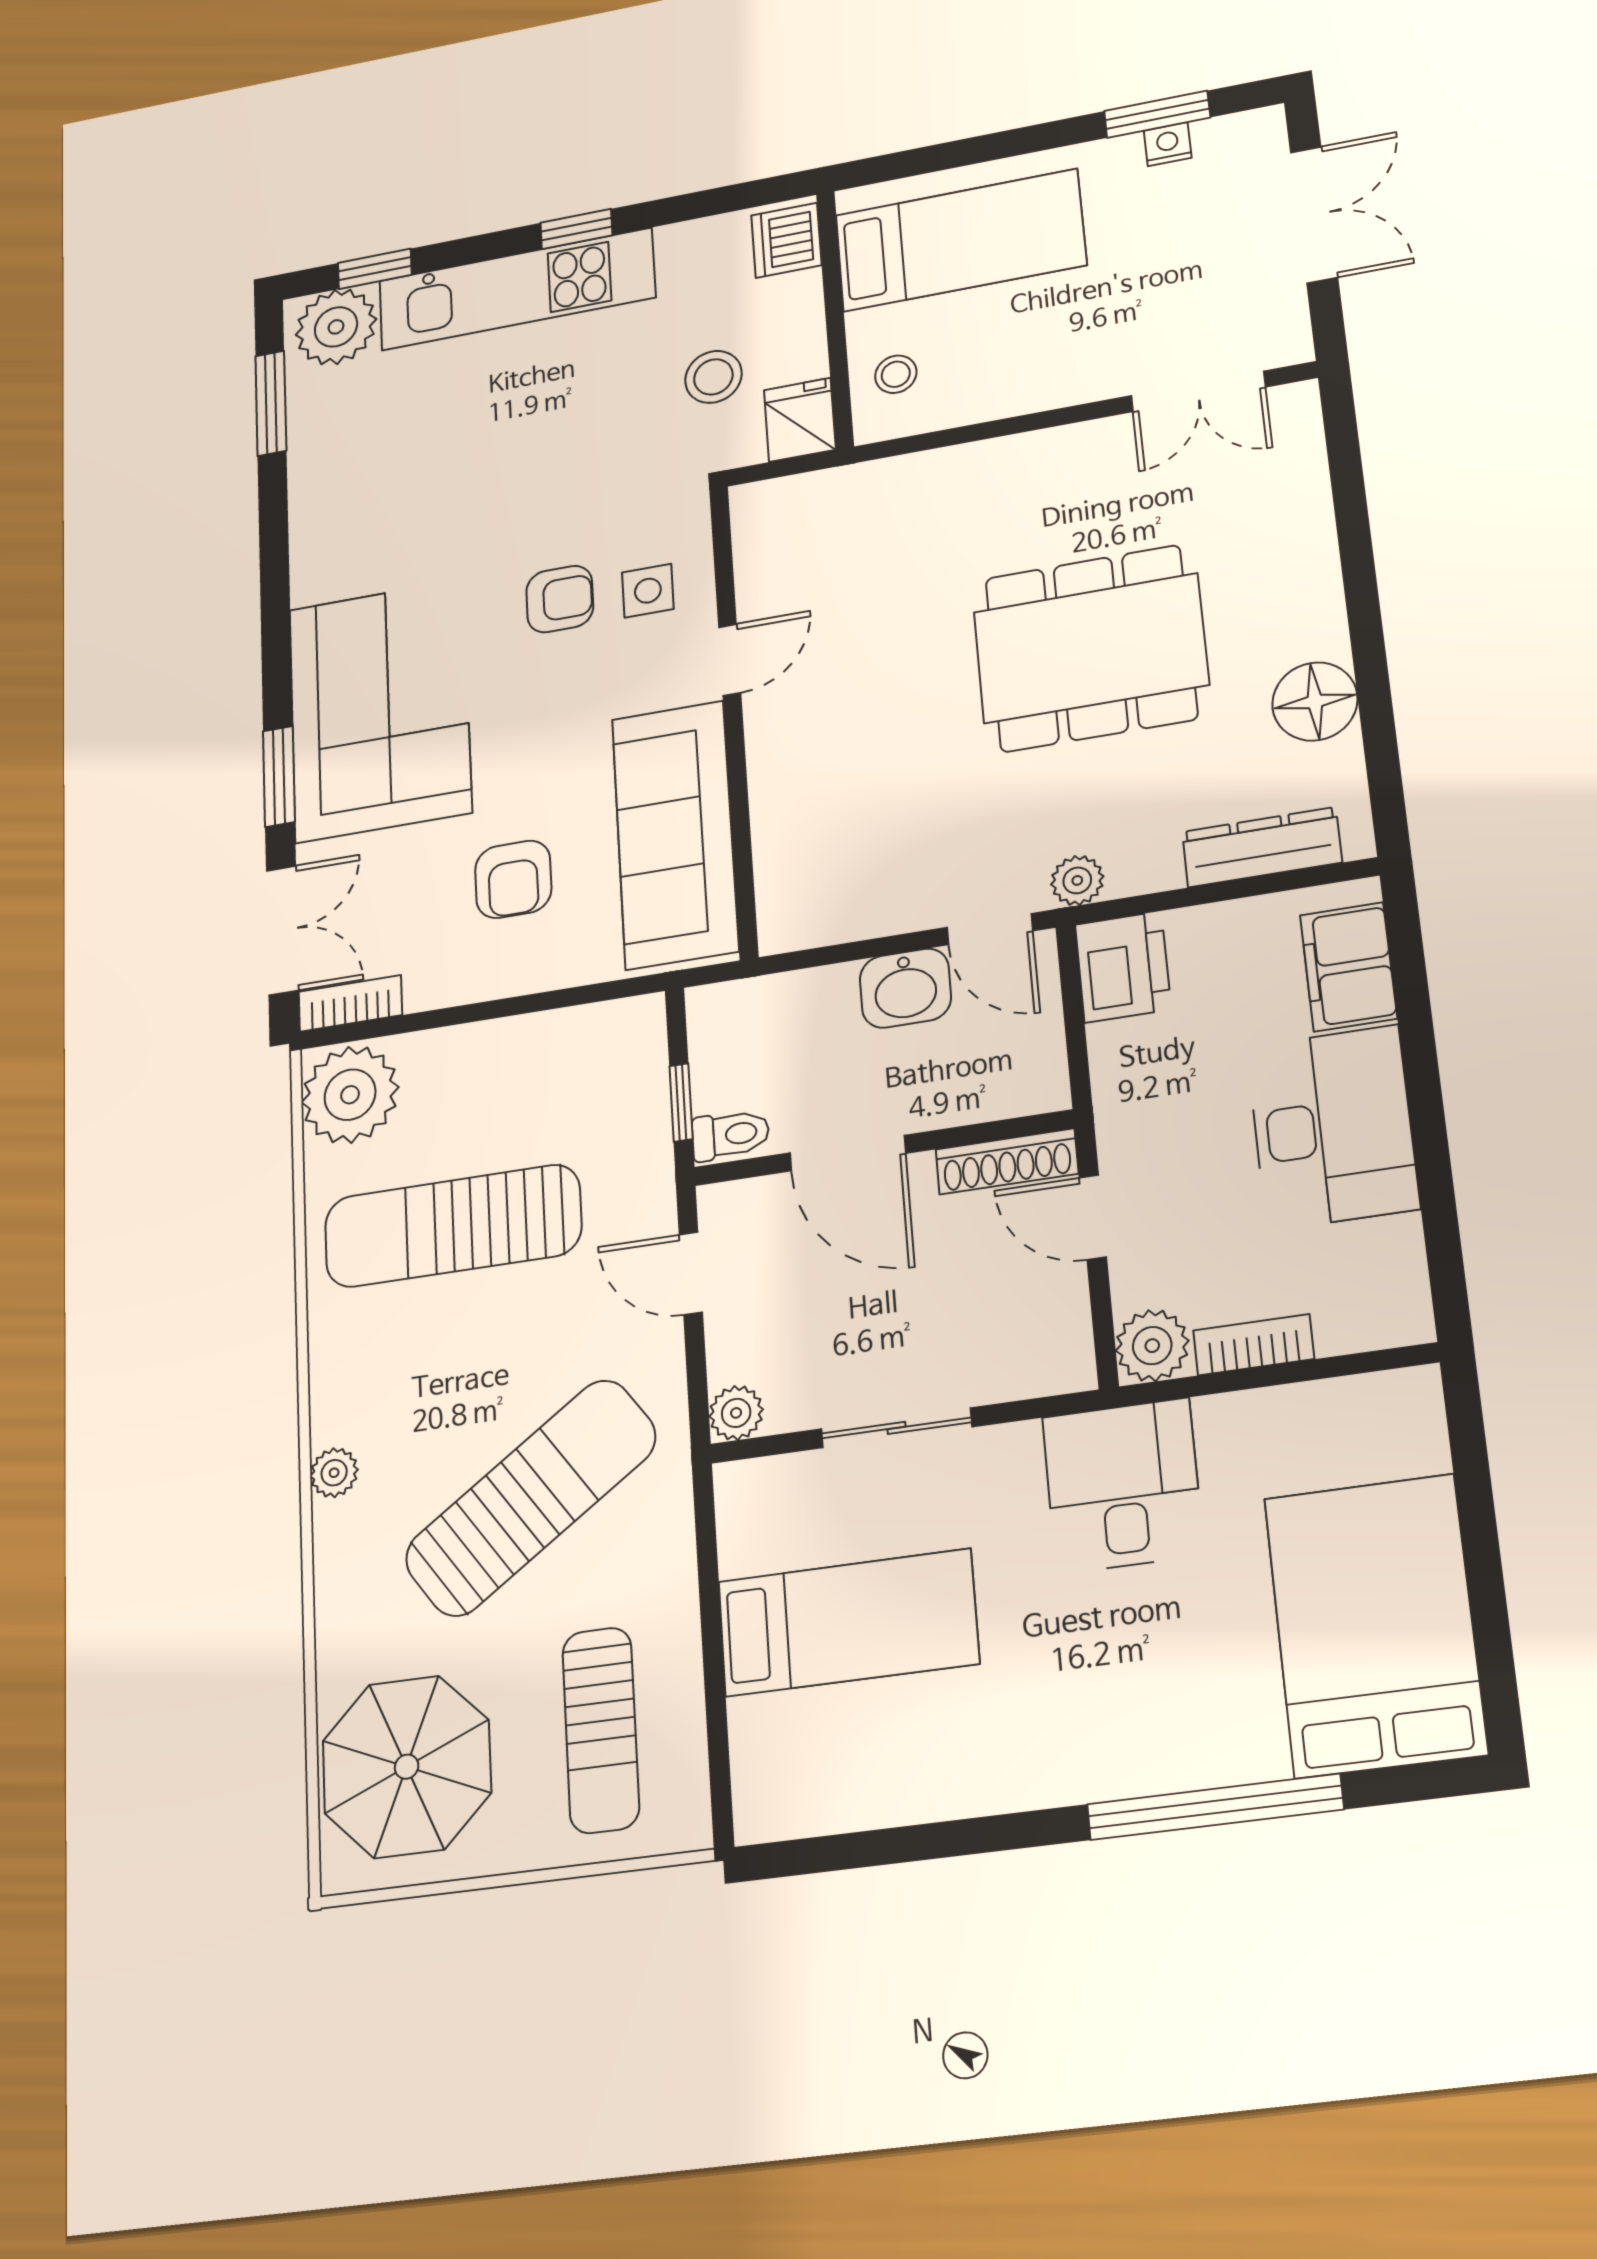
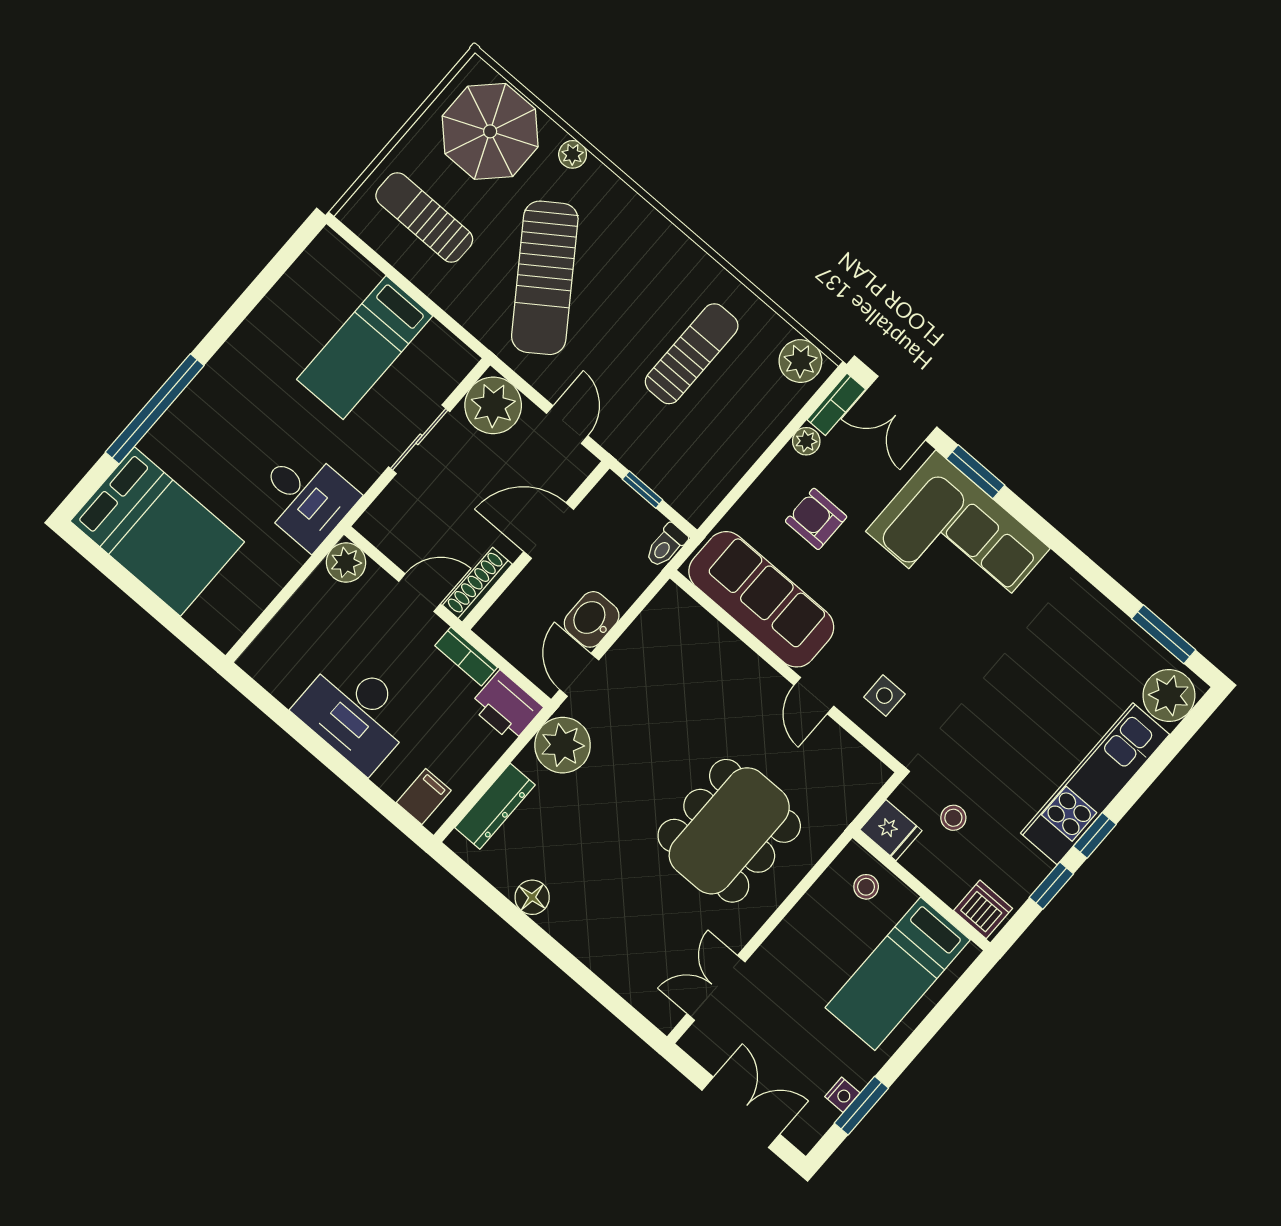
double door: (1314, 215) -> (741, 1112), swing flipped
window: (375, 269) -> (1051, 886), moved
stool: (713, 377) -> (953, 818), width x0.73, depth x0.73
armchair: (560, 599) -> (923, 658), removed
dining table: (1091, 648) -> (729, 831), moved
floor lamp: (1315, 701) -> (532, 897), width x0.73, depth x0.73
plant: (1077, 880) -> (563, 745), width x1.87, depth x1.87
door: (990, 929) -> (579, 675), hinge flipped
filing cabinet: (1348, 967) -> (424, 797), width x0.50
plant: (429, 988) -> (806, 441), added
plant: (350, 1095) -> (800, 361), width x0.73, depth x0.73
toilet: (731, 1135) -> (666, 546), moved
sun lounger: (453, 1226) -> (692, 354), width x0.73, depth x0.75
door: (691, 1273) -> (567, 425), hinge flipped
bookcase: (1254, 1345) -> (466, 657), moved, turned 90
plant: (736, 1413) -> (493, 405), width x1.88, depth x1.88
plant: (334, 1473) -> (573, 154), moved

